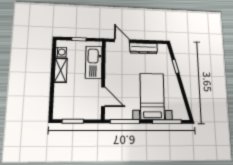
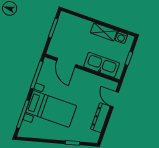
door: (122, 41) -> (115, 99), swing flipped
door: (103, 97) -> (66, 63), hinge flipped

